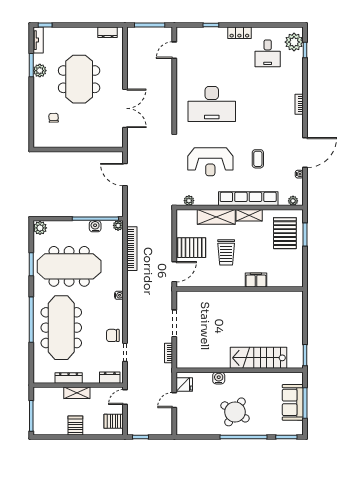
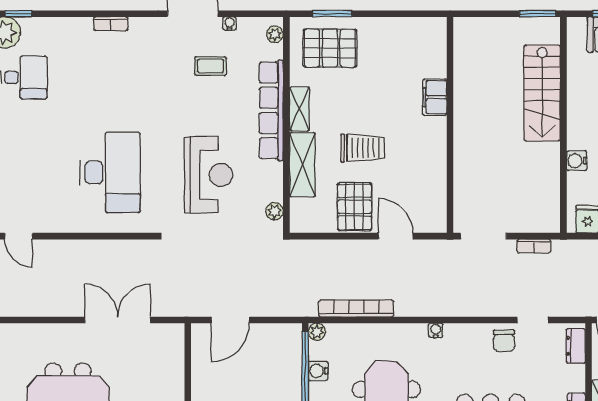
coffee table: (258, 159) -> (211, 66), moved
filing cabinet: (256, 280) -> (435, 97), moved
wall: (240, 289) -> (450, 125), moved

